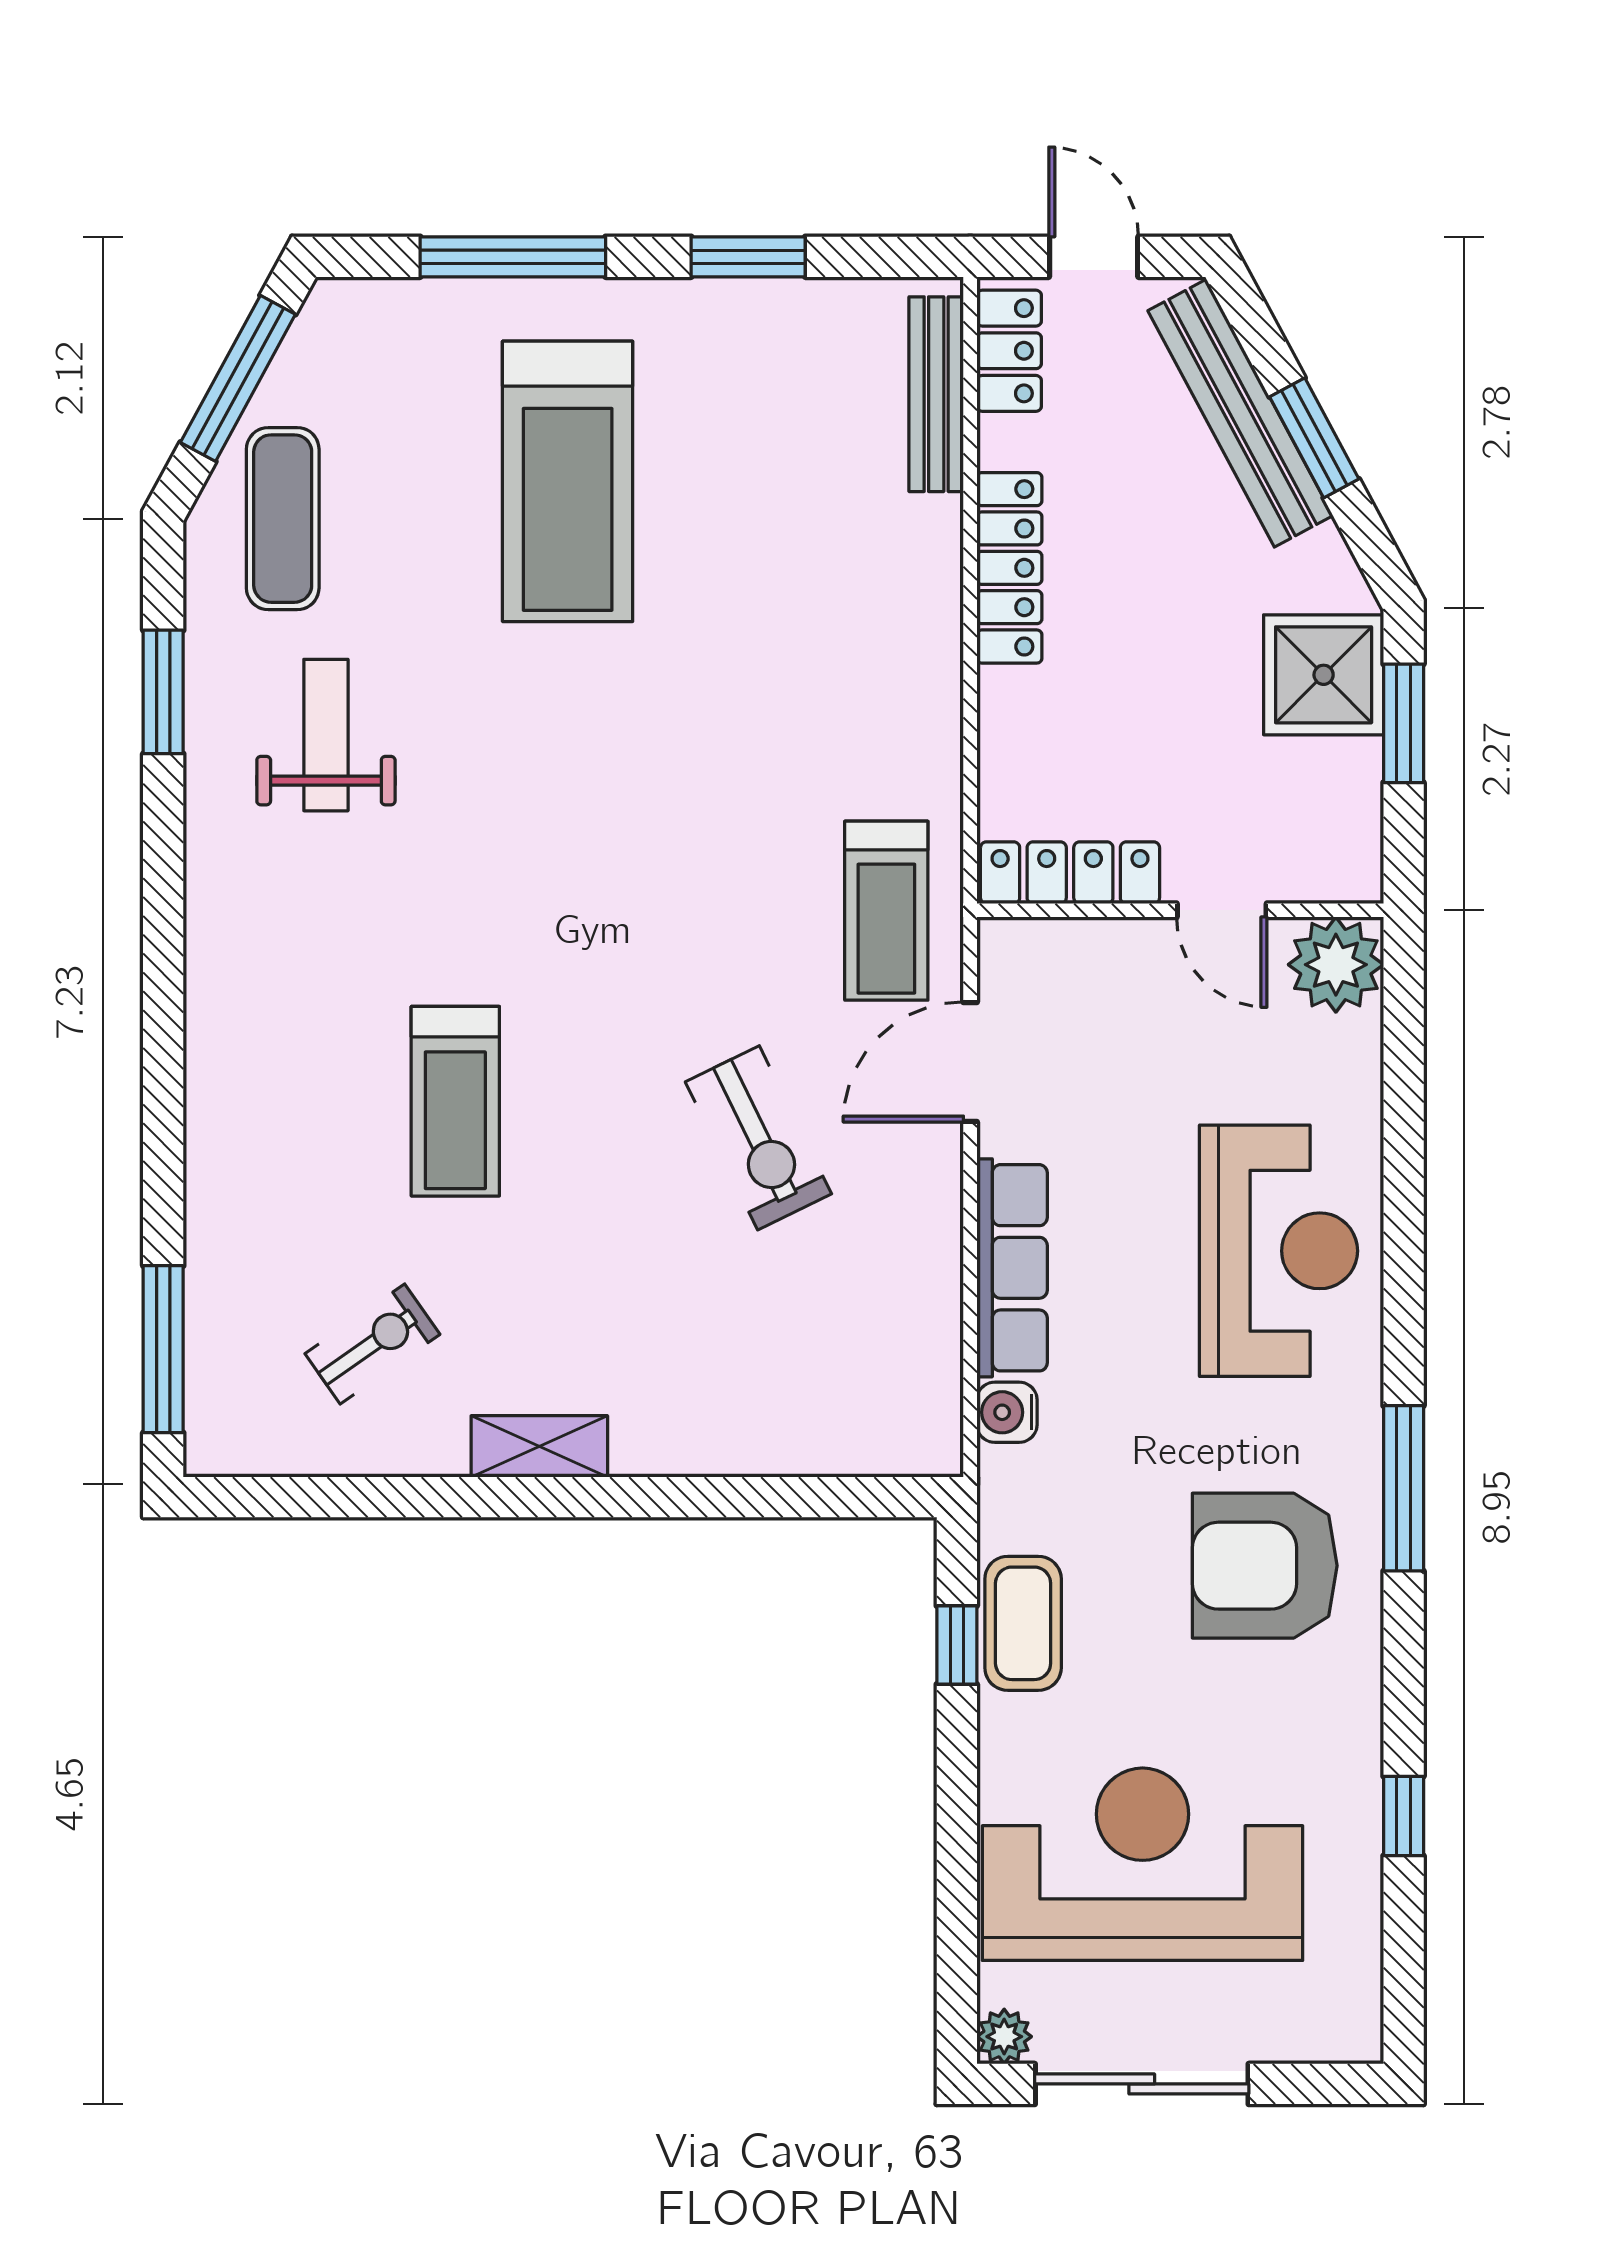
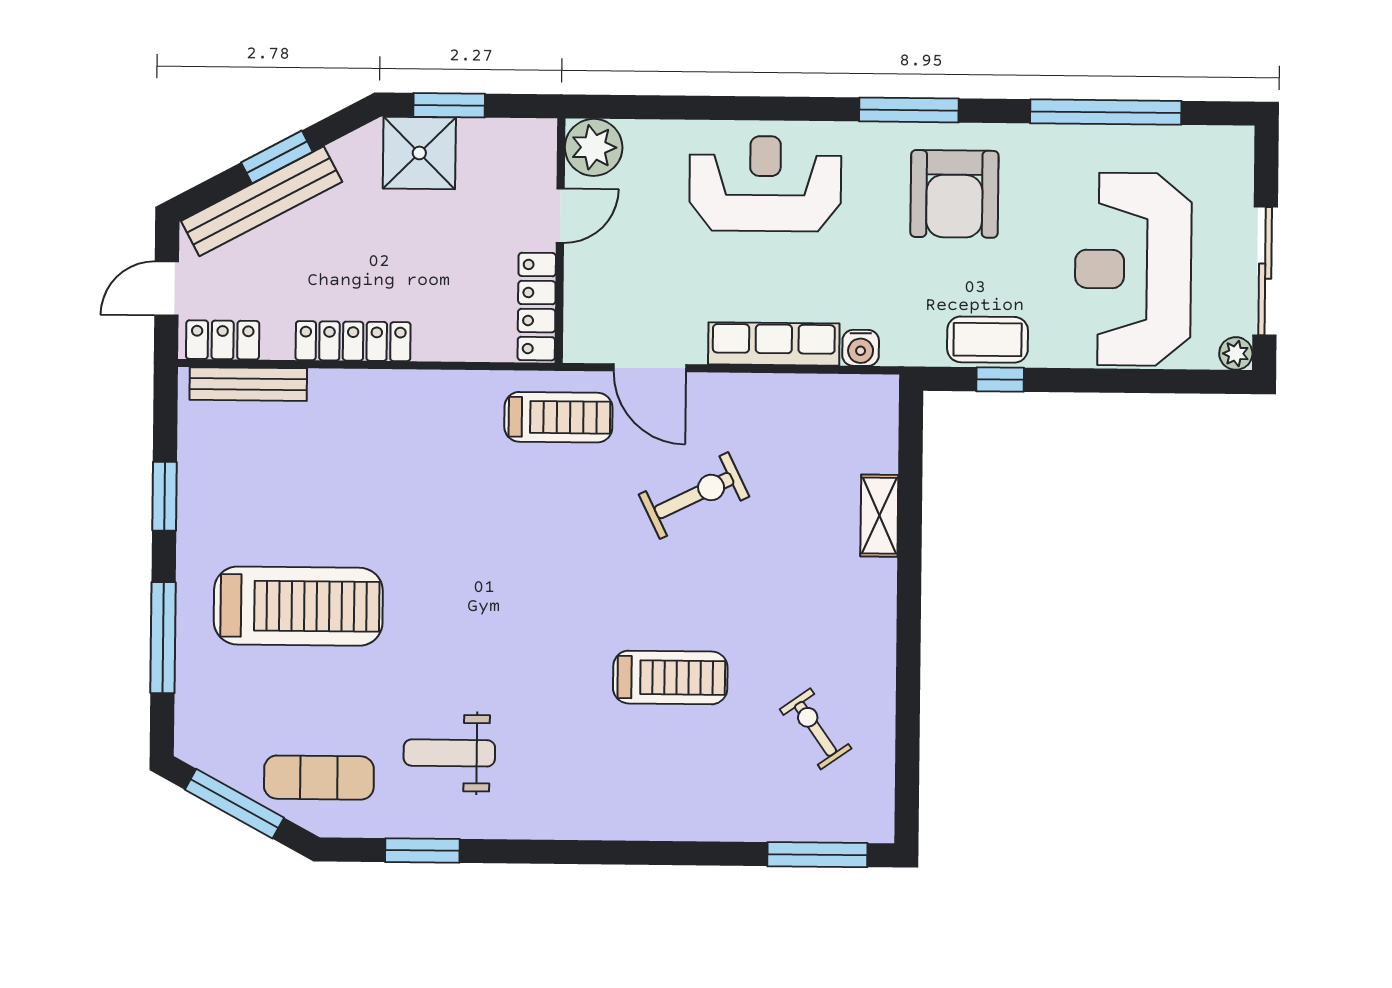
shelving: (539, 1446) -> (879, 516), moved
window: (1404, 1816) -> (1106, 112), width x3.17

